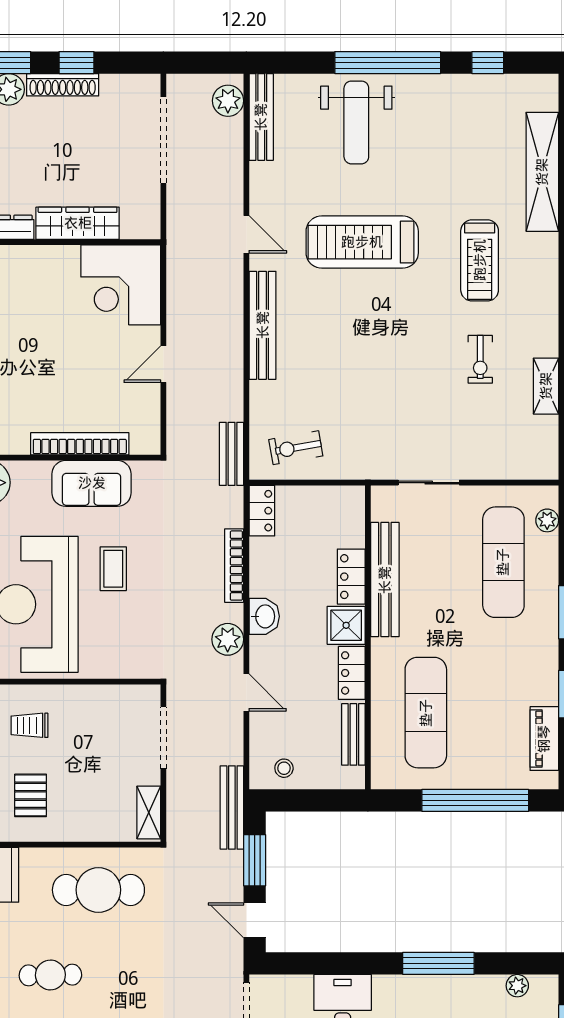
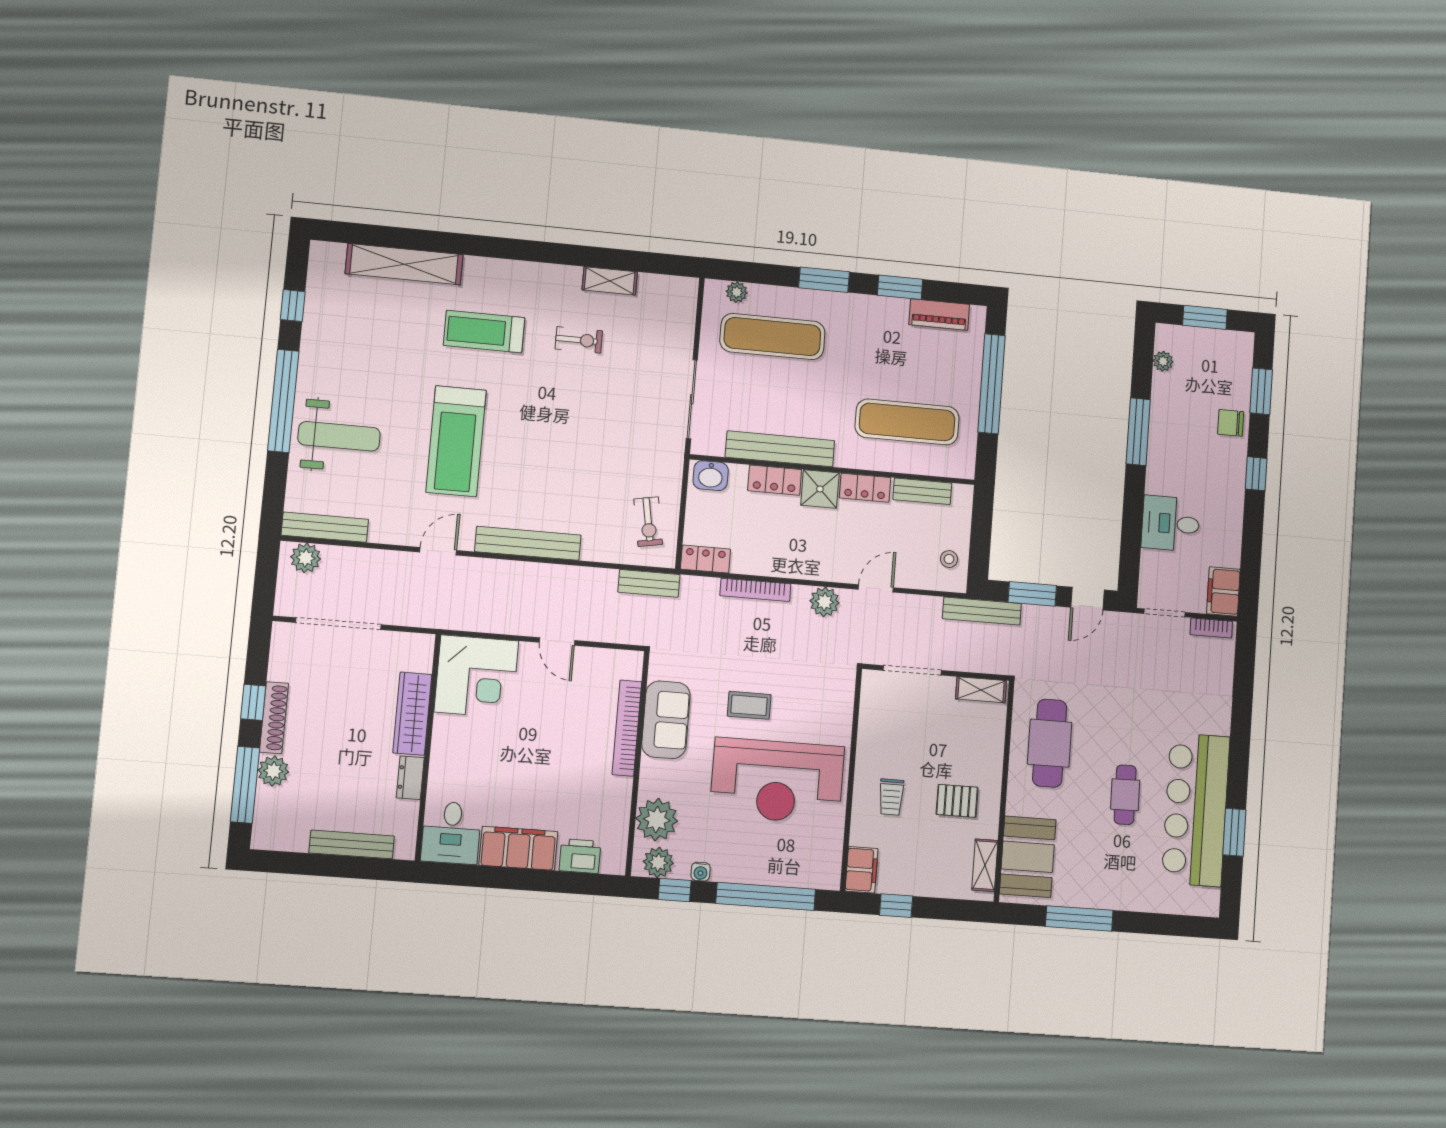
treadmill: (480, 260) -> (484, 332), turned 180
sliding door: (429, 483) -> (692, 399), width x1.37
washbasin: (264, 616) -> (711, 476), moved, turned 180

